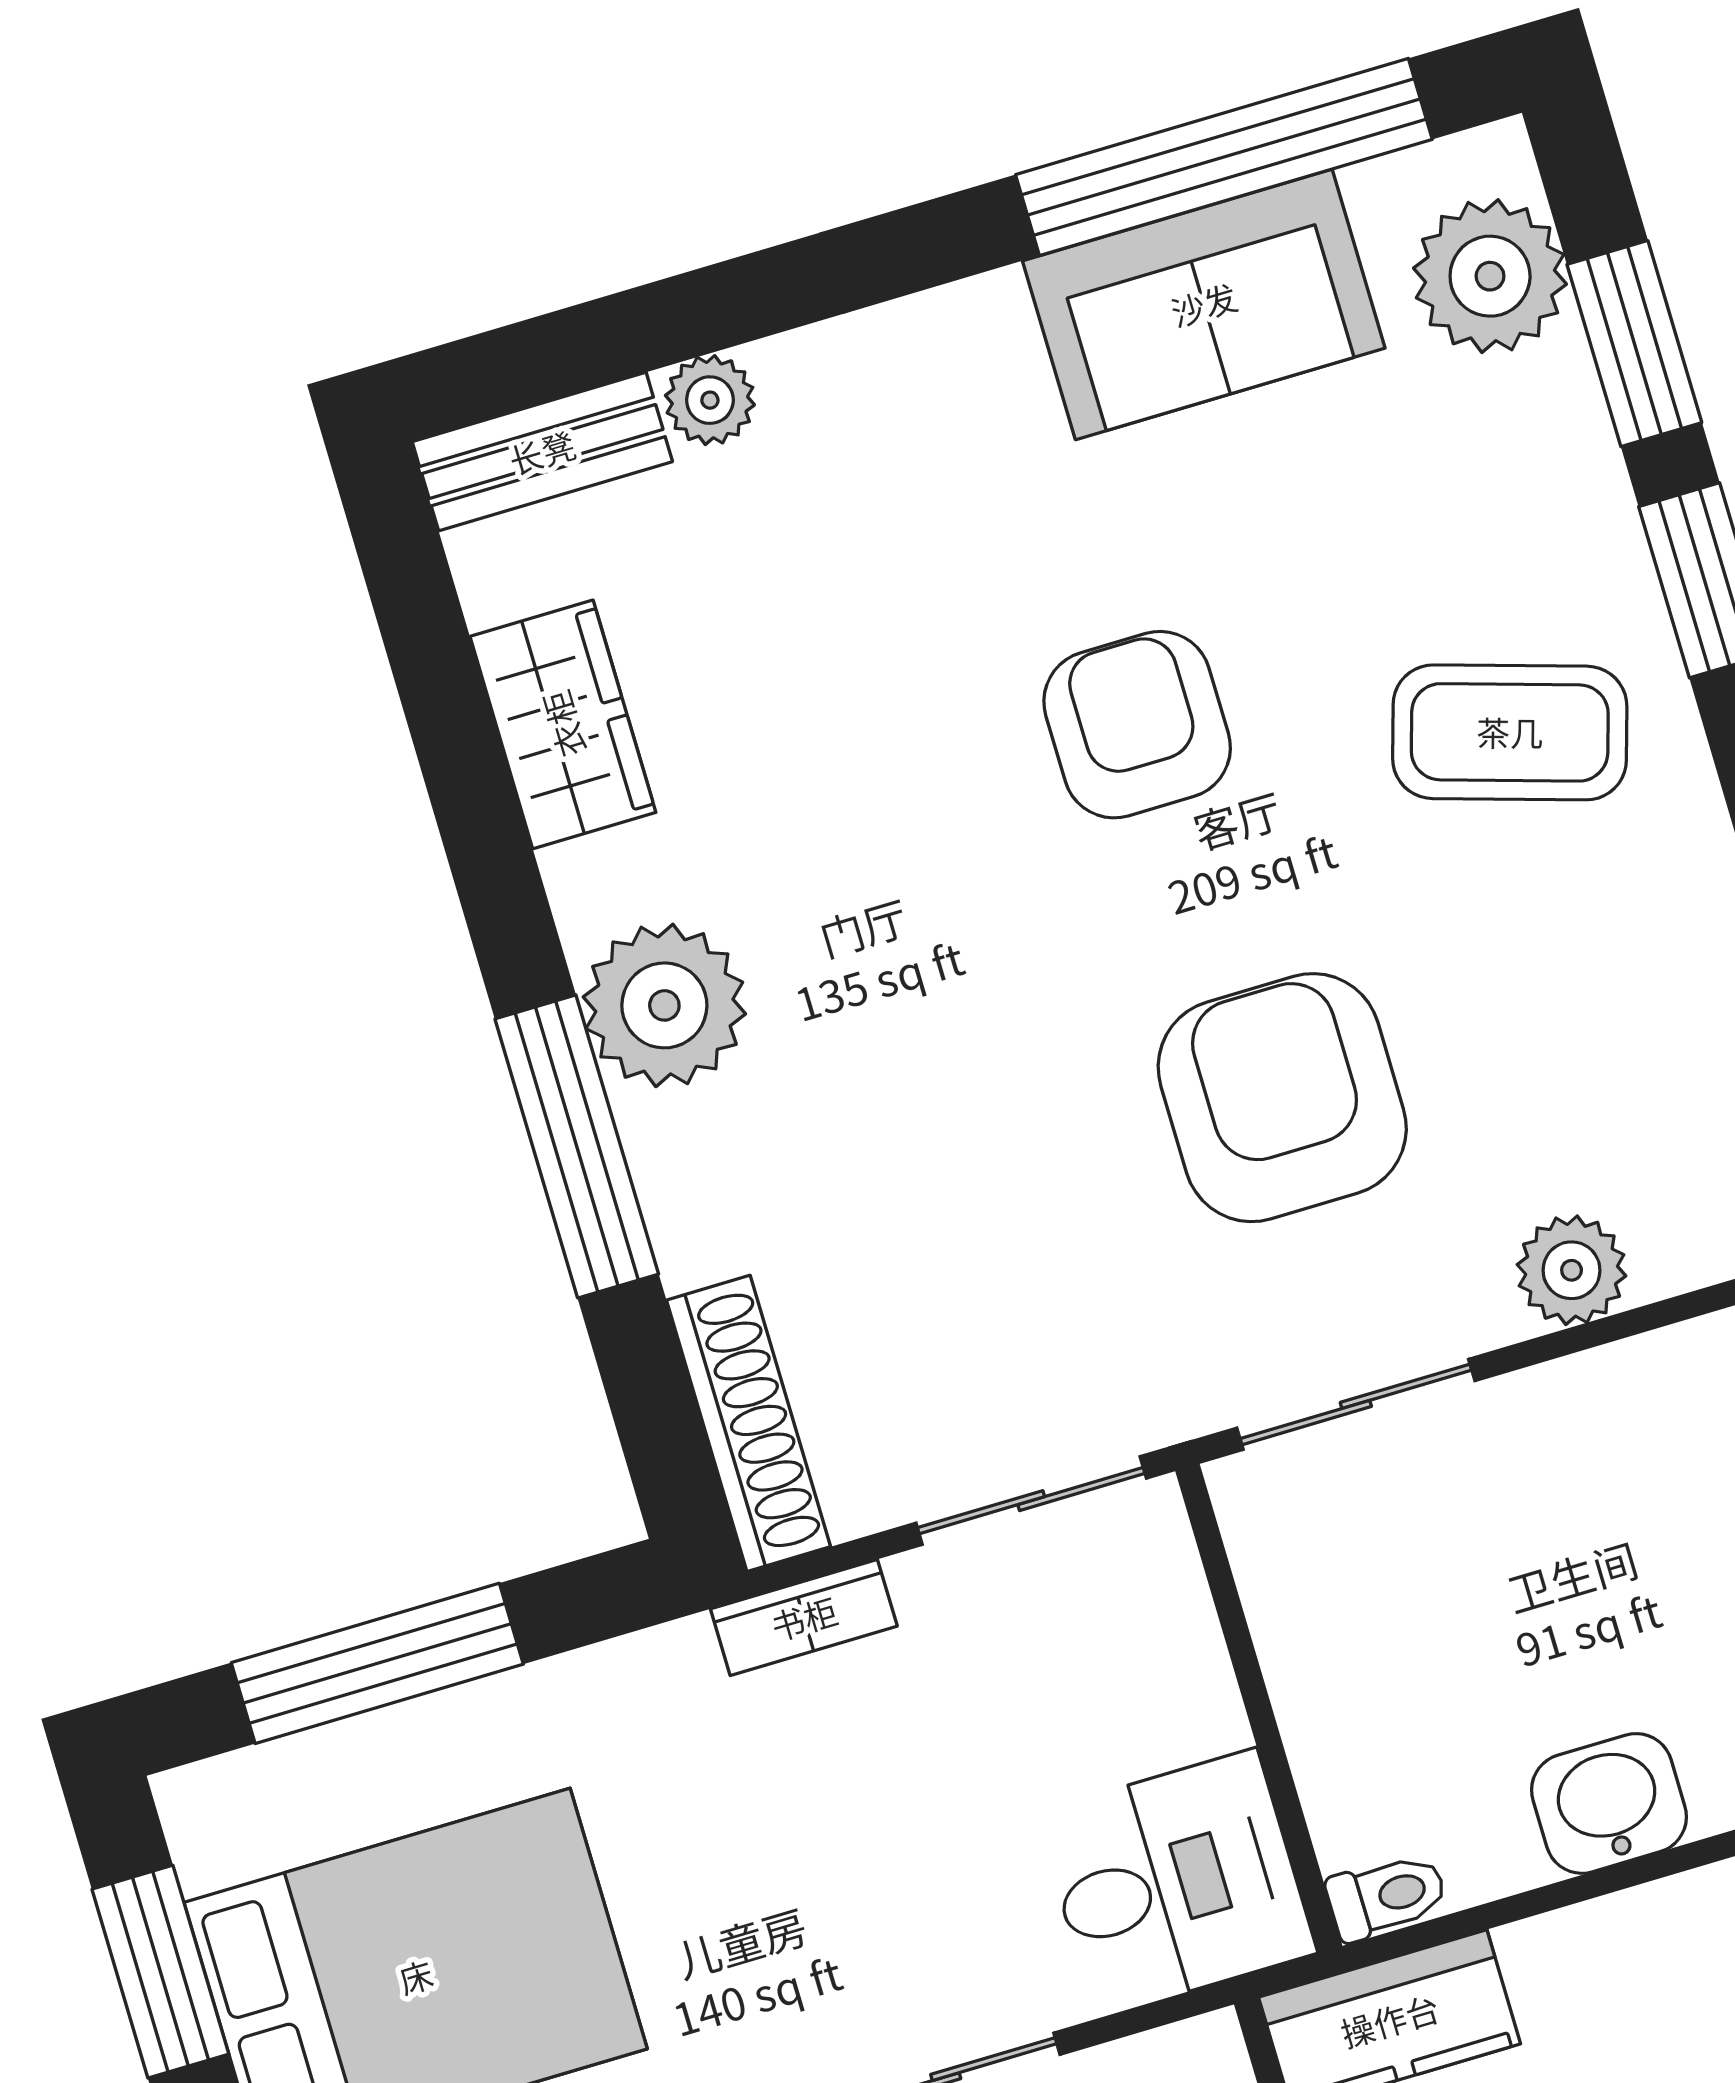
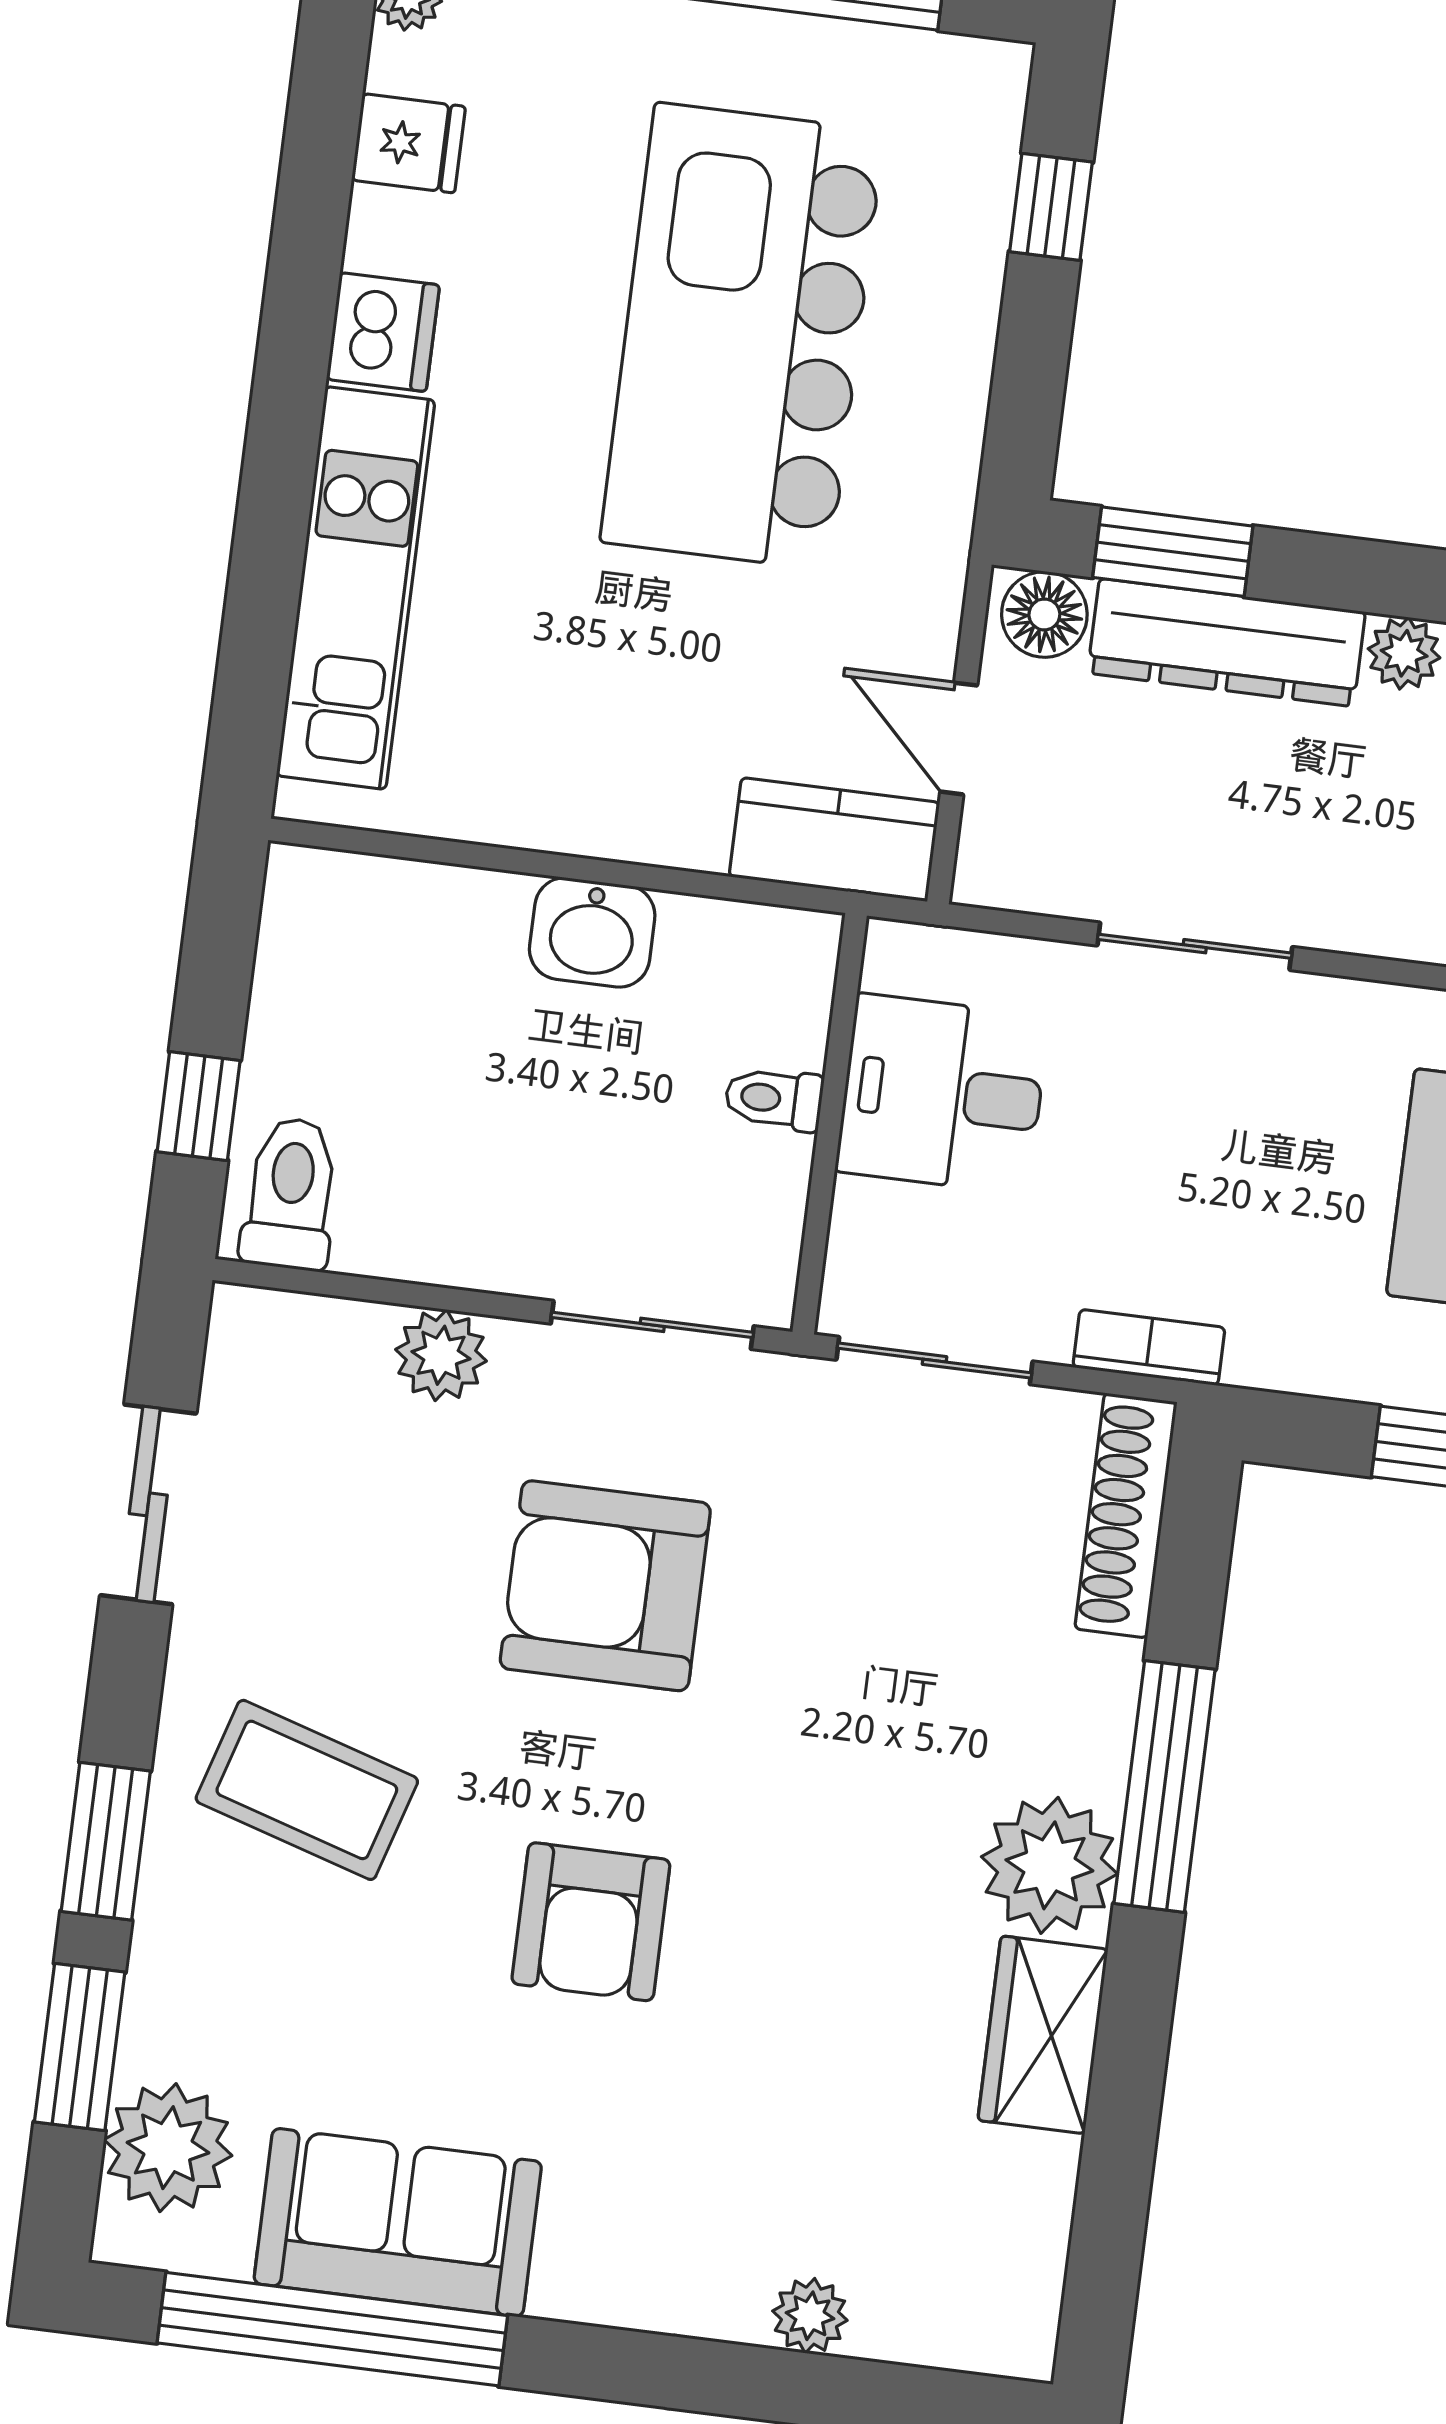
bench: (542, 452) -> (956, 2333), removed
wardrobe: (563, 724) -> (1043, 2035), moved
armchair: (1282, 1098) -> (605, 1586), turned 90
desk: (1176, 1883) -> (942, 1094), moved
toilet: (1387, 1896) -> (774, 1099), moved

